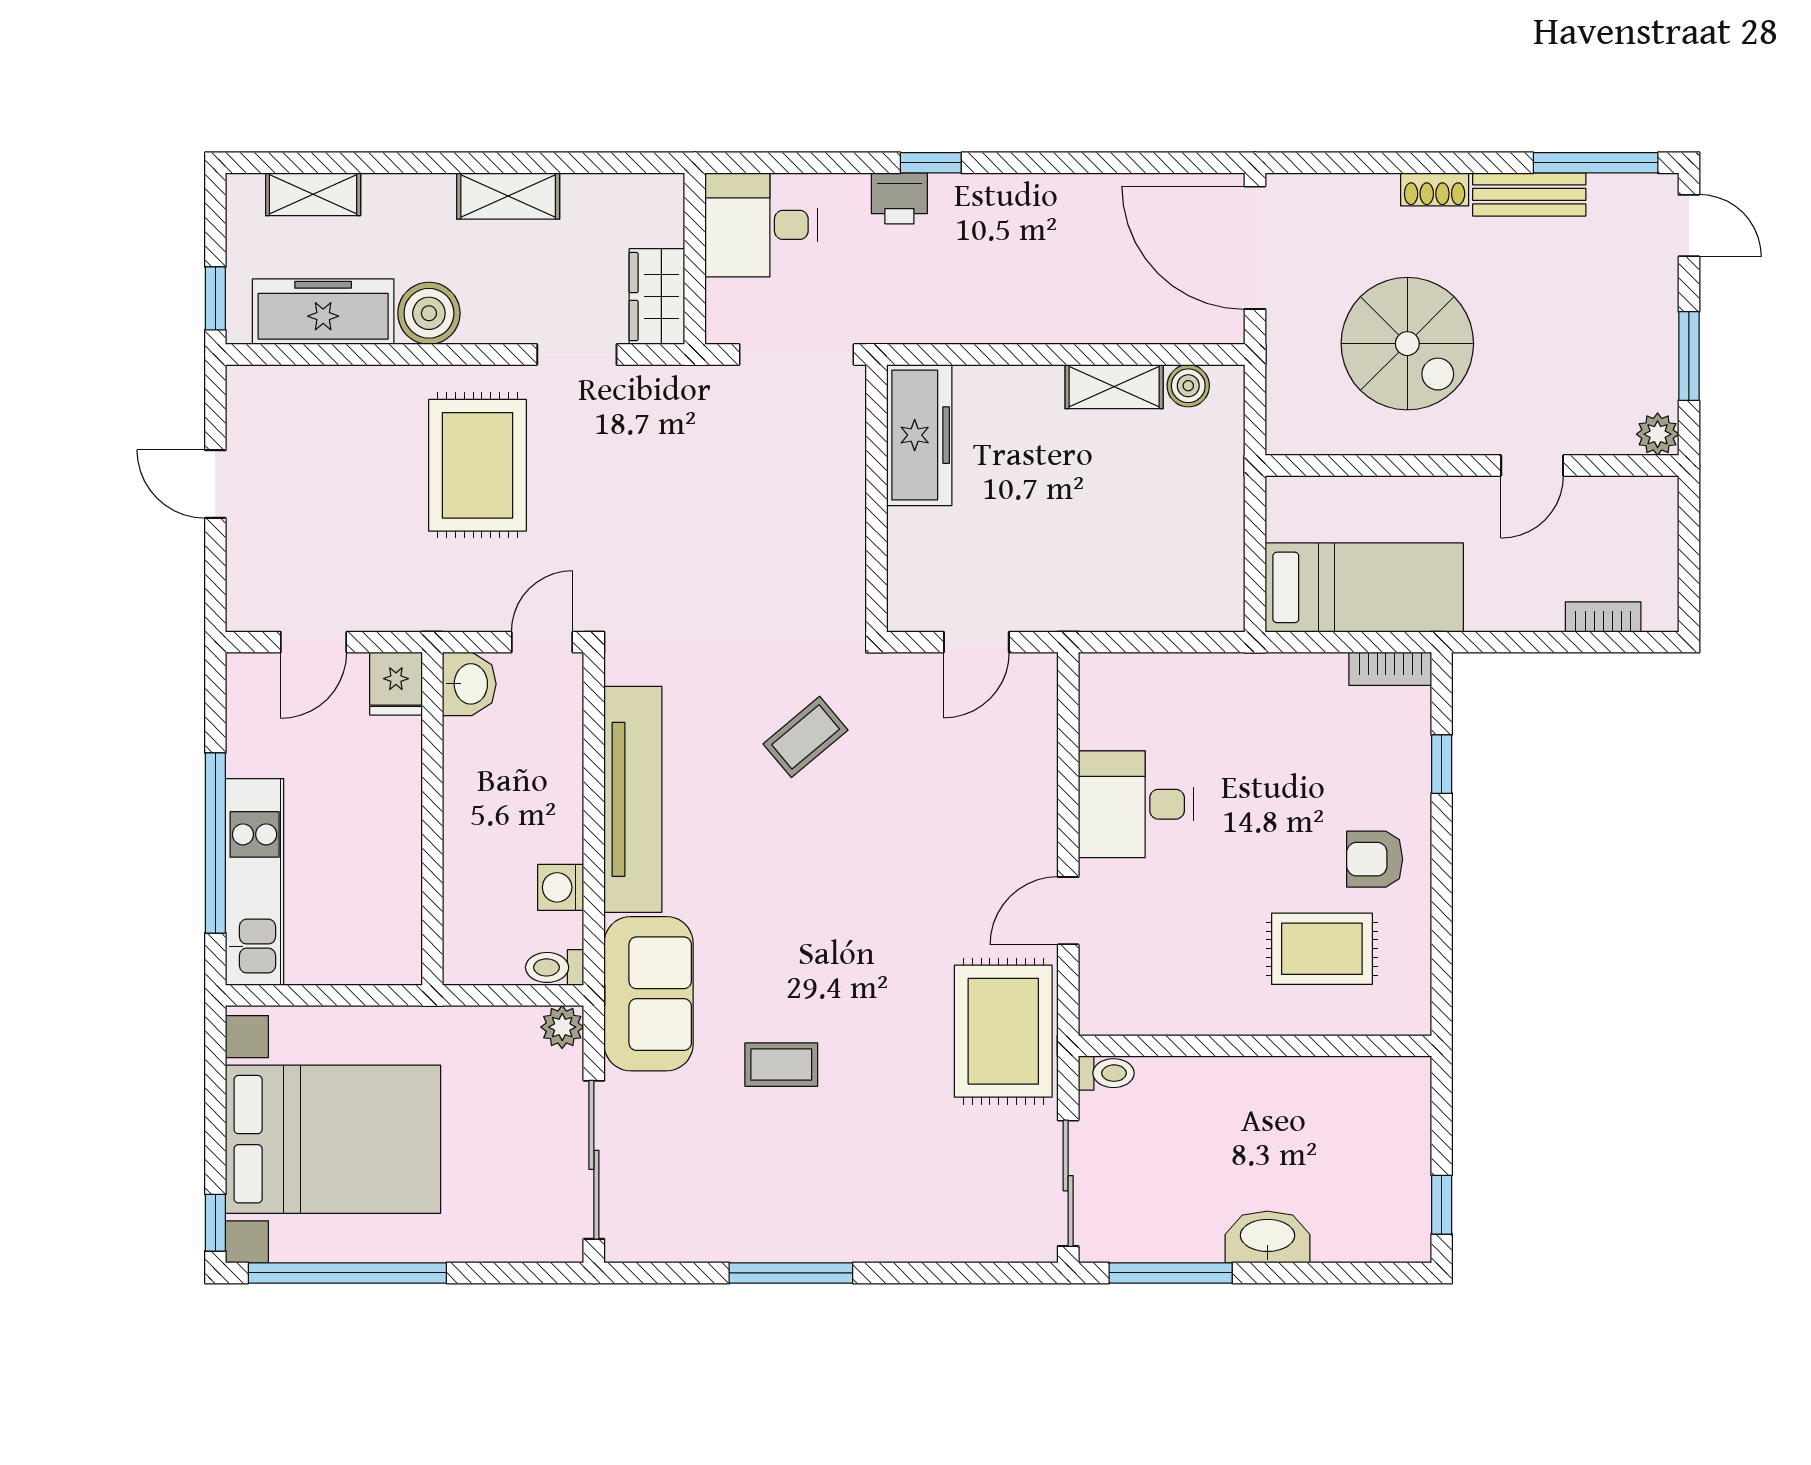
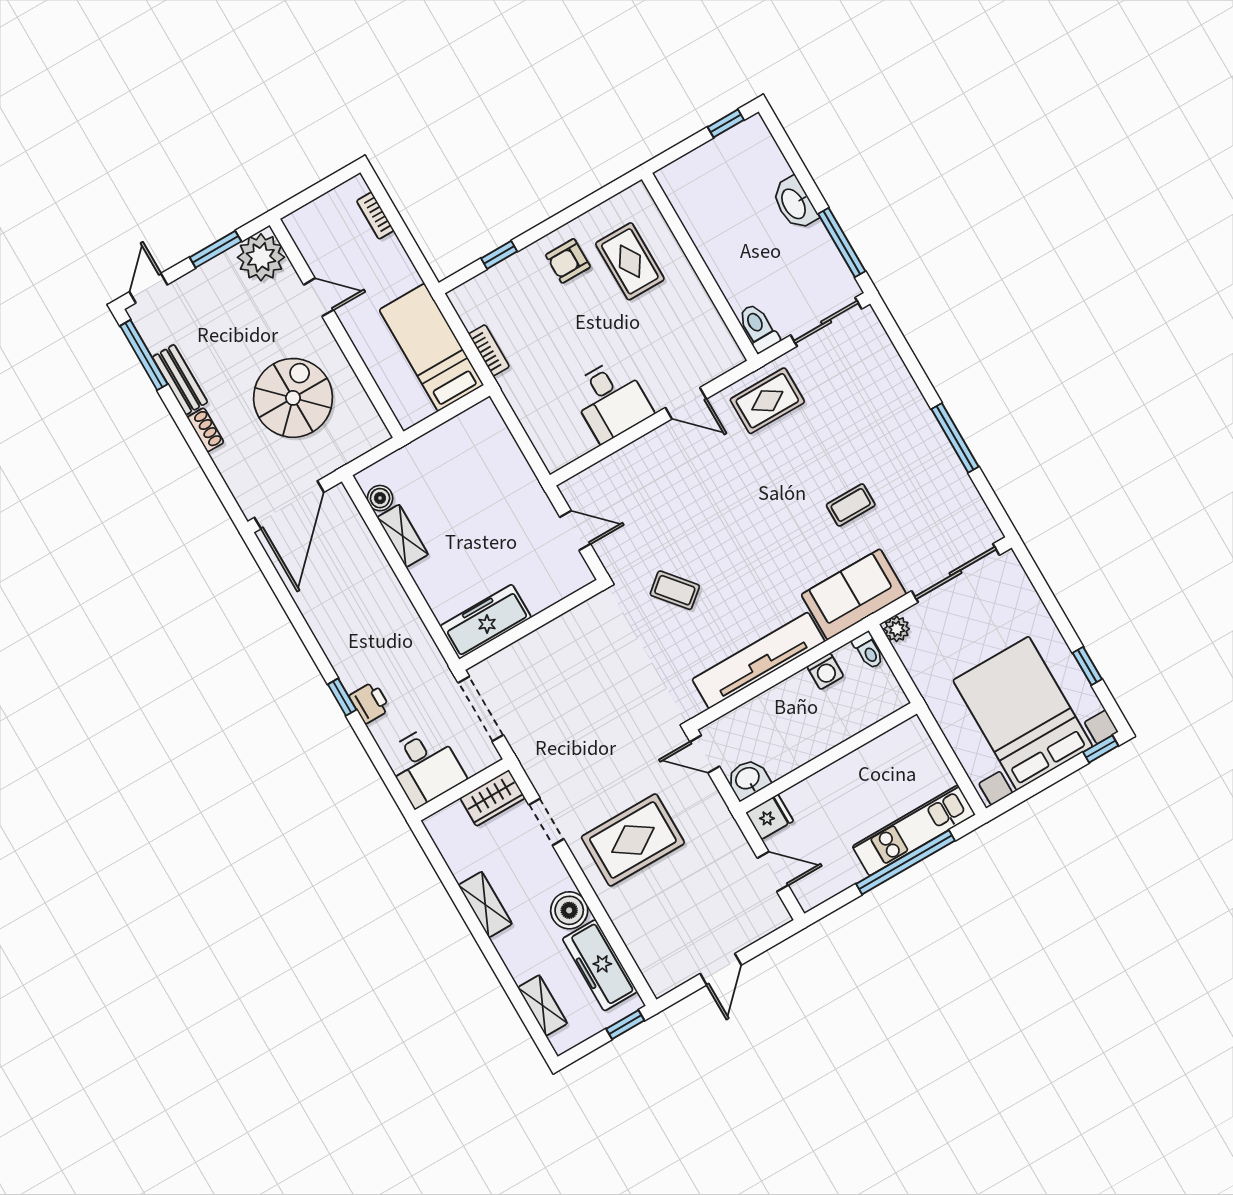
plant: (1658, 434) -> (261, 257), width x1.87, depth x1.87
bookcase: (1390, 669) -> (489, 350), moved
armchair: (1375, 859) -> (568, 261), turned 90
rug: (1003, 1031) -> (767, 401), width x0.73, depth x0.70
coffee table: (781, 1065) -> (851, 505), turned 90
toilet: (1106, 1073) -> (758, 328), width x1.37, depth x1.39
window: (347, 1273) -> (1087, 666), width x0.32

